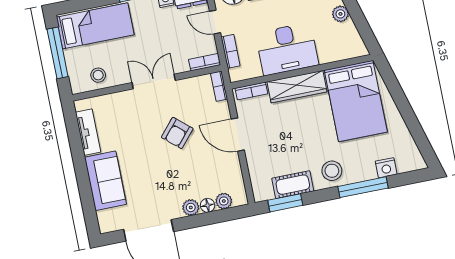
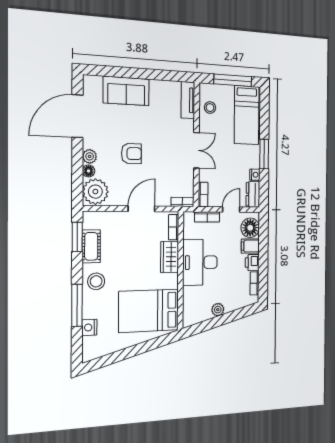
wardrobe: (297, 87) -> (170, 257), width x0.67
tv unit: (88, 132) -> (188, 100), moved, turned 90
armchair: (177, 133) -> (131, 154), moved, turned 139
plant: (224, 201) -> (95, 192), width x1.87, depth x1.87

